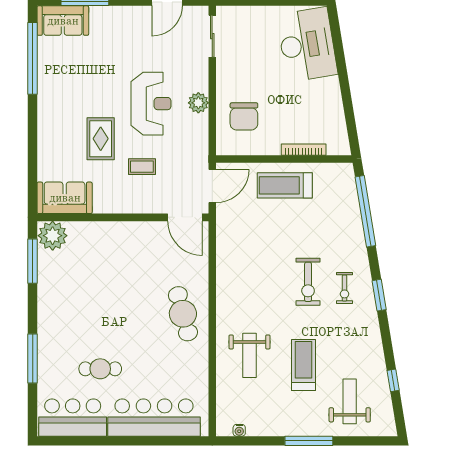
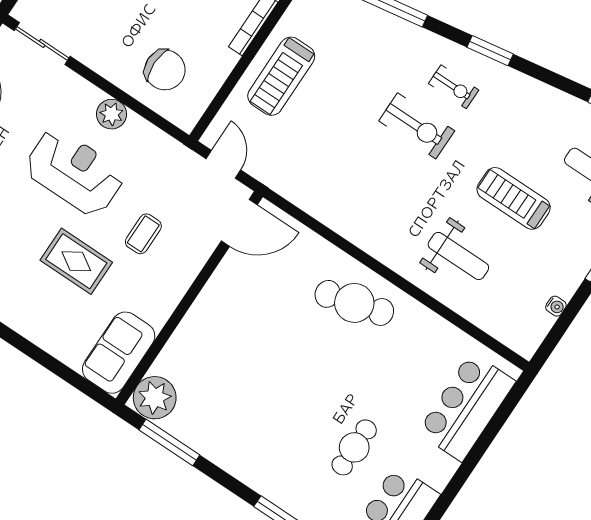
door: (212, 186) -> (223, 164), width x0.73
bar counter: (154, 418) -> (466, 407), width x0.73
water cooler: (239, 430) -> (556, 306), moved

